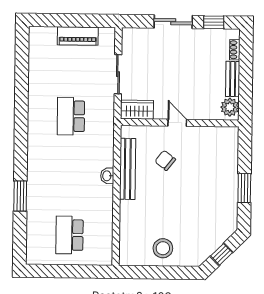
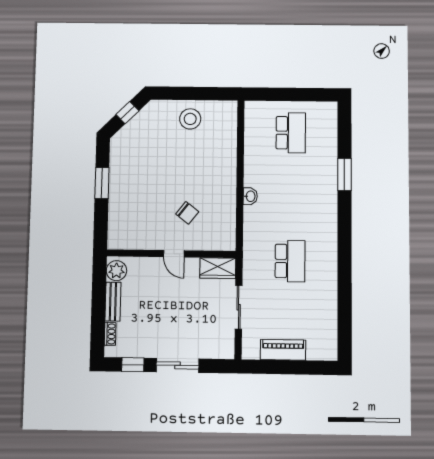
bench: (128, 169) -> (228, 204), removed

